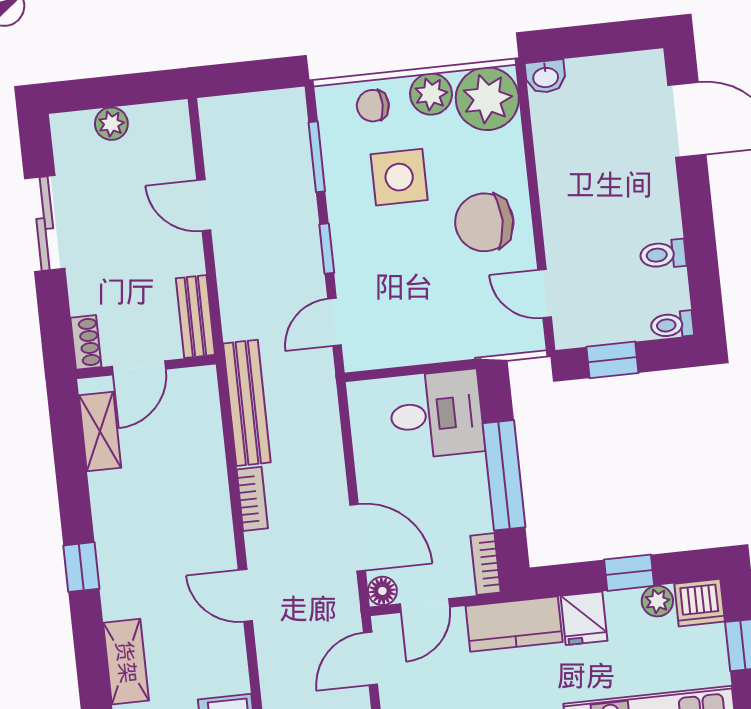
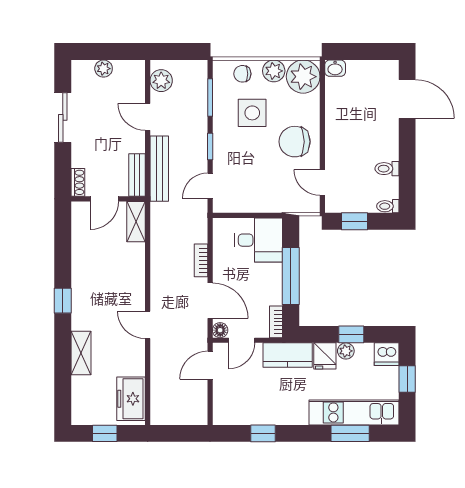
plant: (222, 135) -> (161, 81), added
bench: (247, 403) -> (159, 169), moved
shelving: (100, 431) -> (136, 222), moved
bookcase: (252, 499) -> (201, 260), moved, turned 180
plant: (657, 601) -> (346, 351), moved

